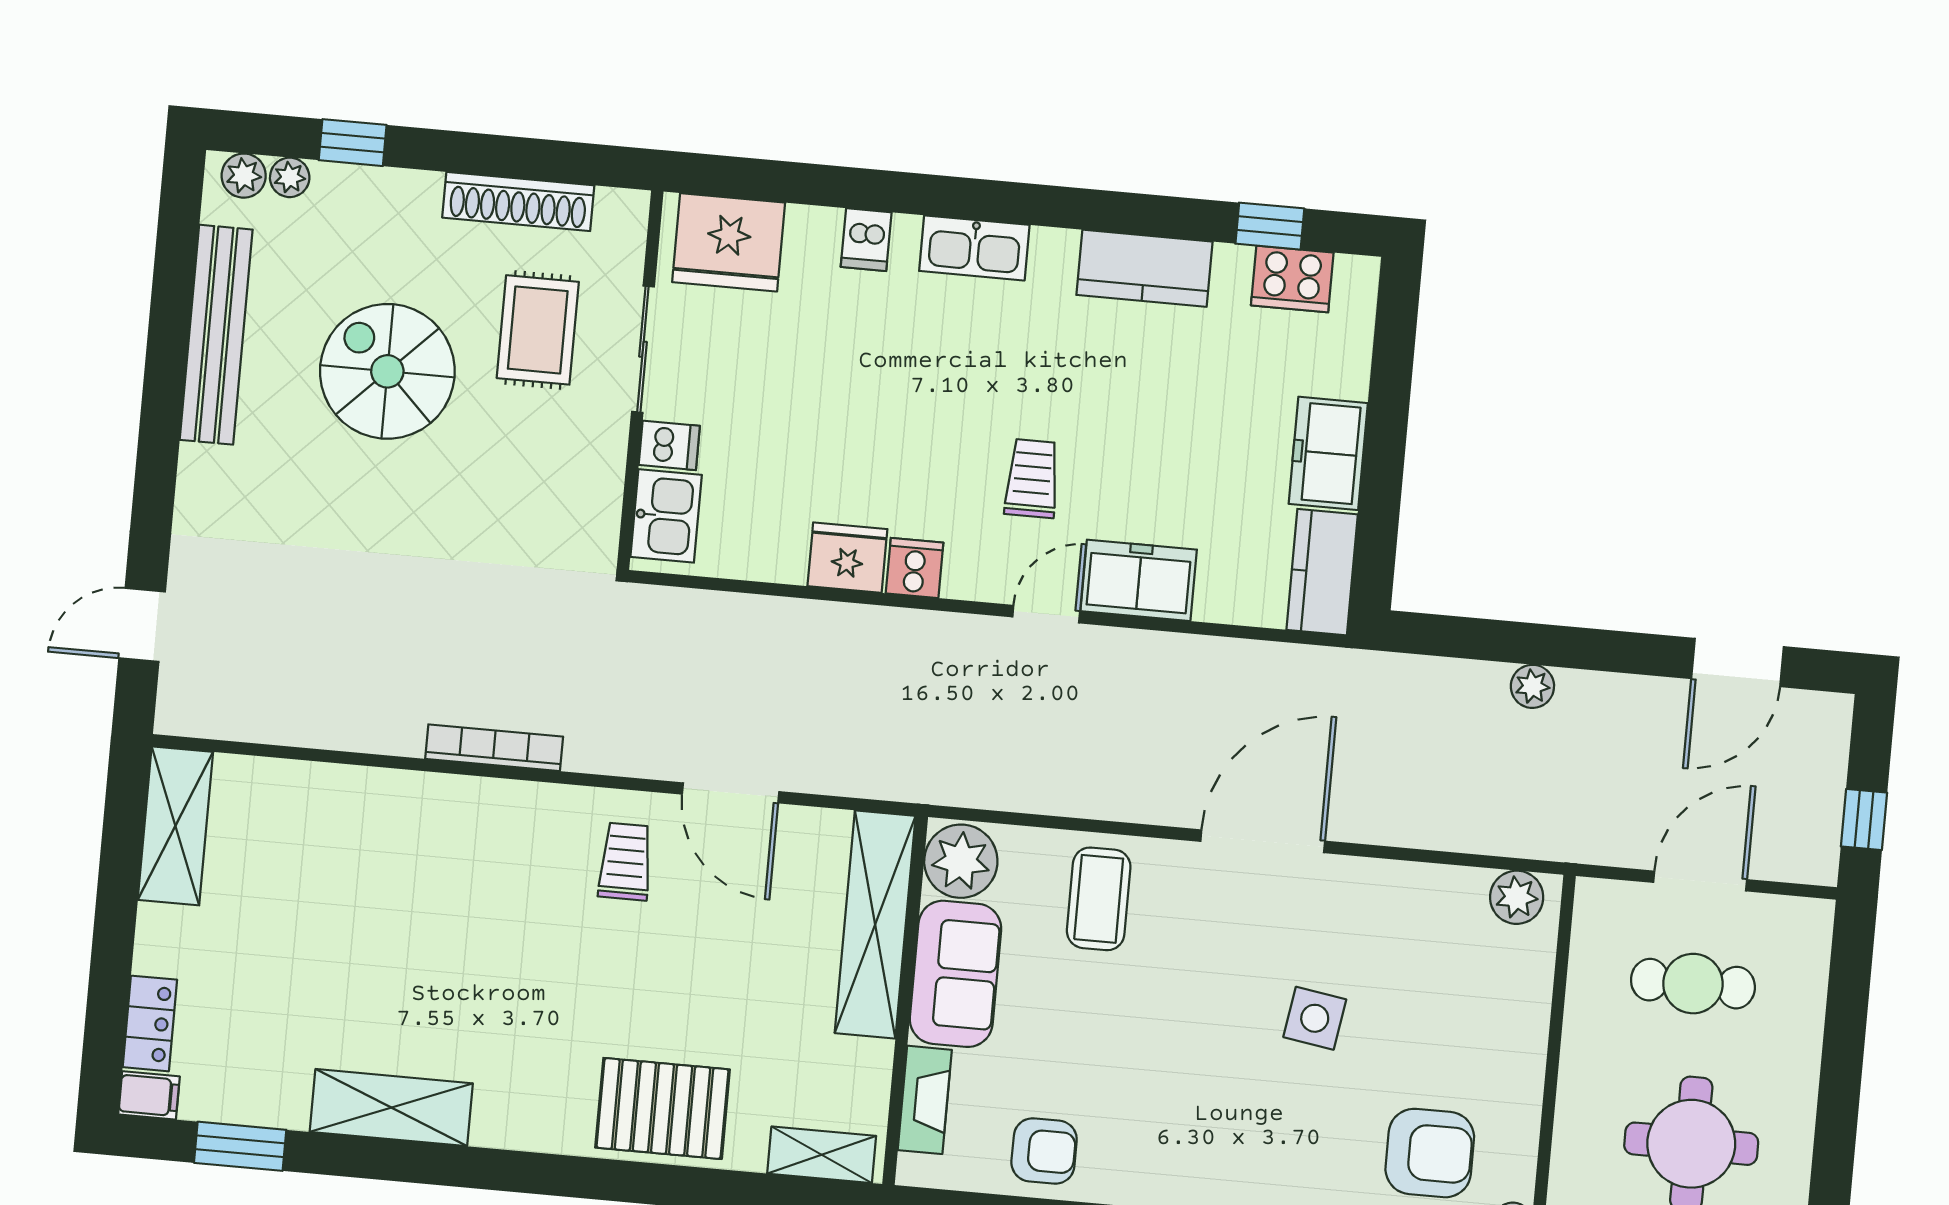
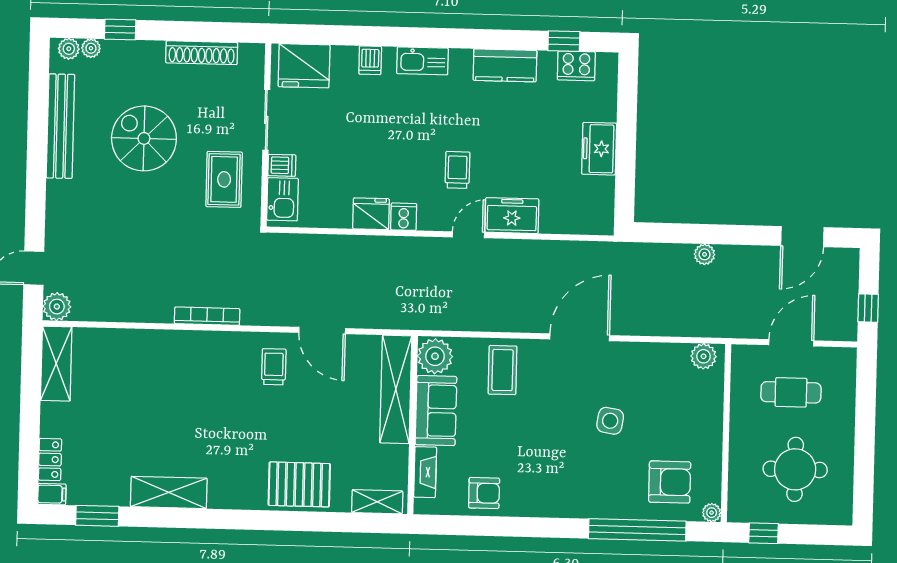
rug: (538, 330) -> (224, 179), moved
kitchen counter: (1322, 572) -> (600, 206), removed
plant: (184, 708) -> (57, 307), added

